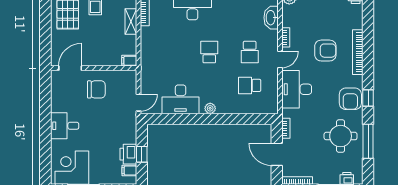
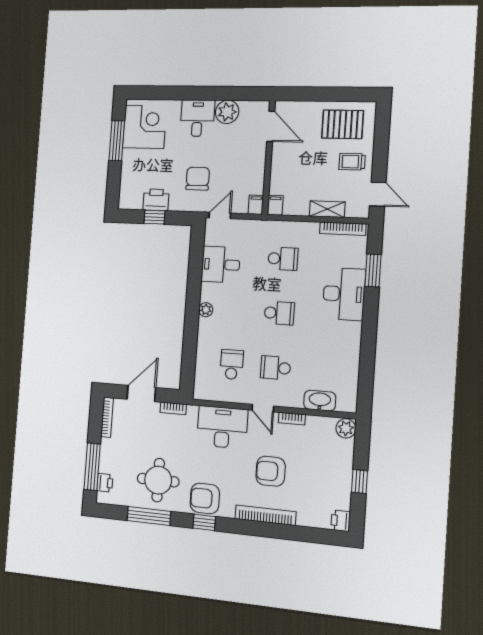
armchair: (325, 51) -> (271, 471), turned 90
school desk: (169, 52) -> (283, 259), added
chair: (96, 89) -> (198, 179), moved, turned 180
desk: (181, 99) -> (221, 264), width x0.73
plant: (60, 103) -> (227, 112), added
door: (139, 103) -> (220, 216), swing flipped
filing cabinet: (129, 171) -> (256, 205), moved

